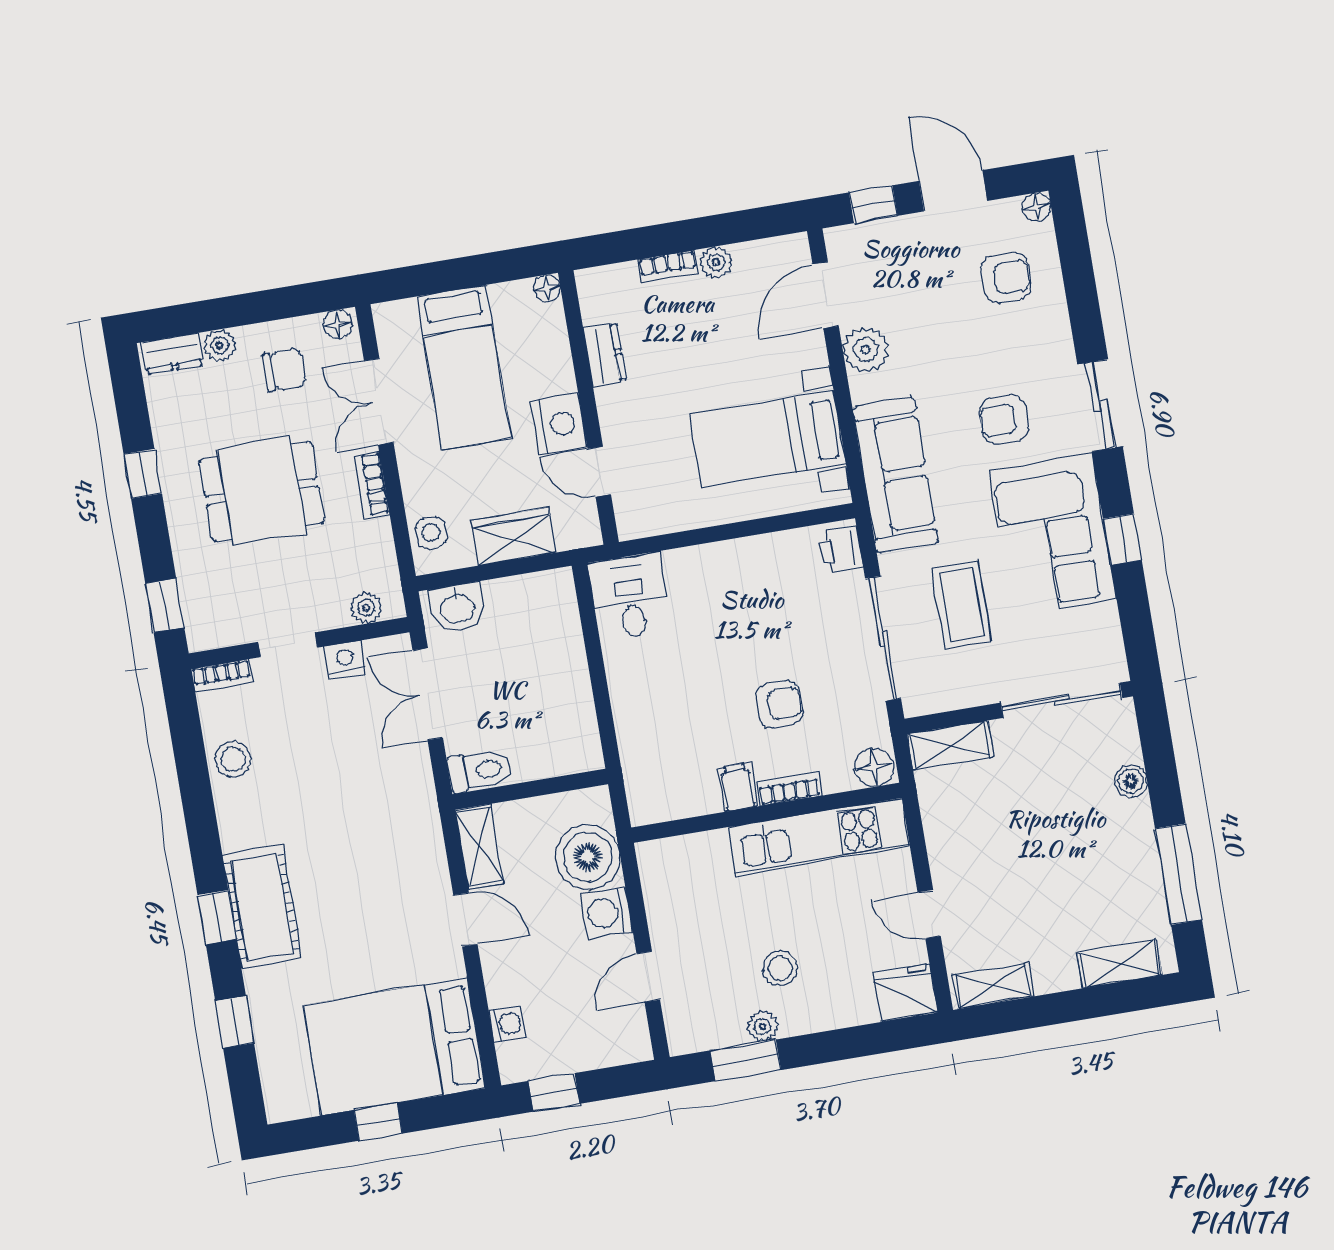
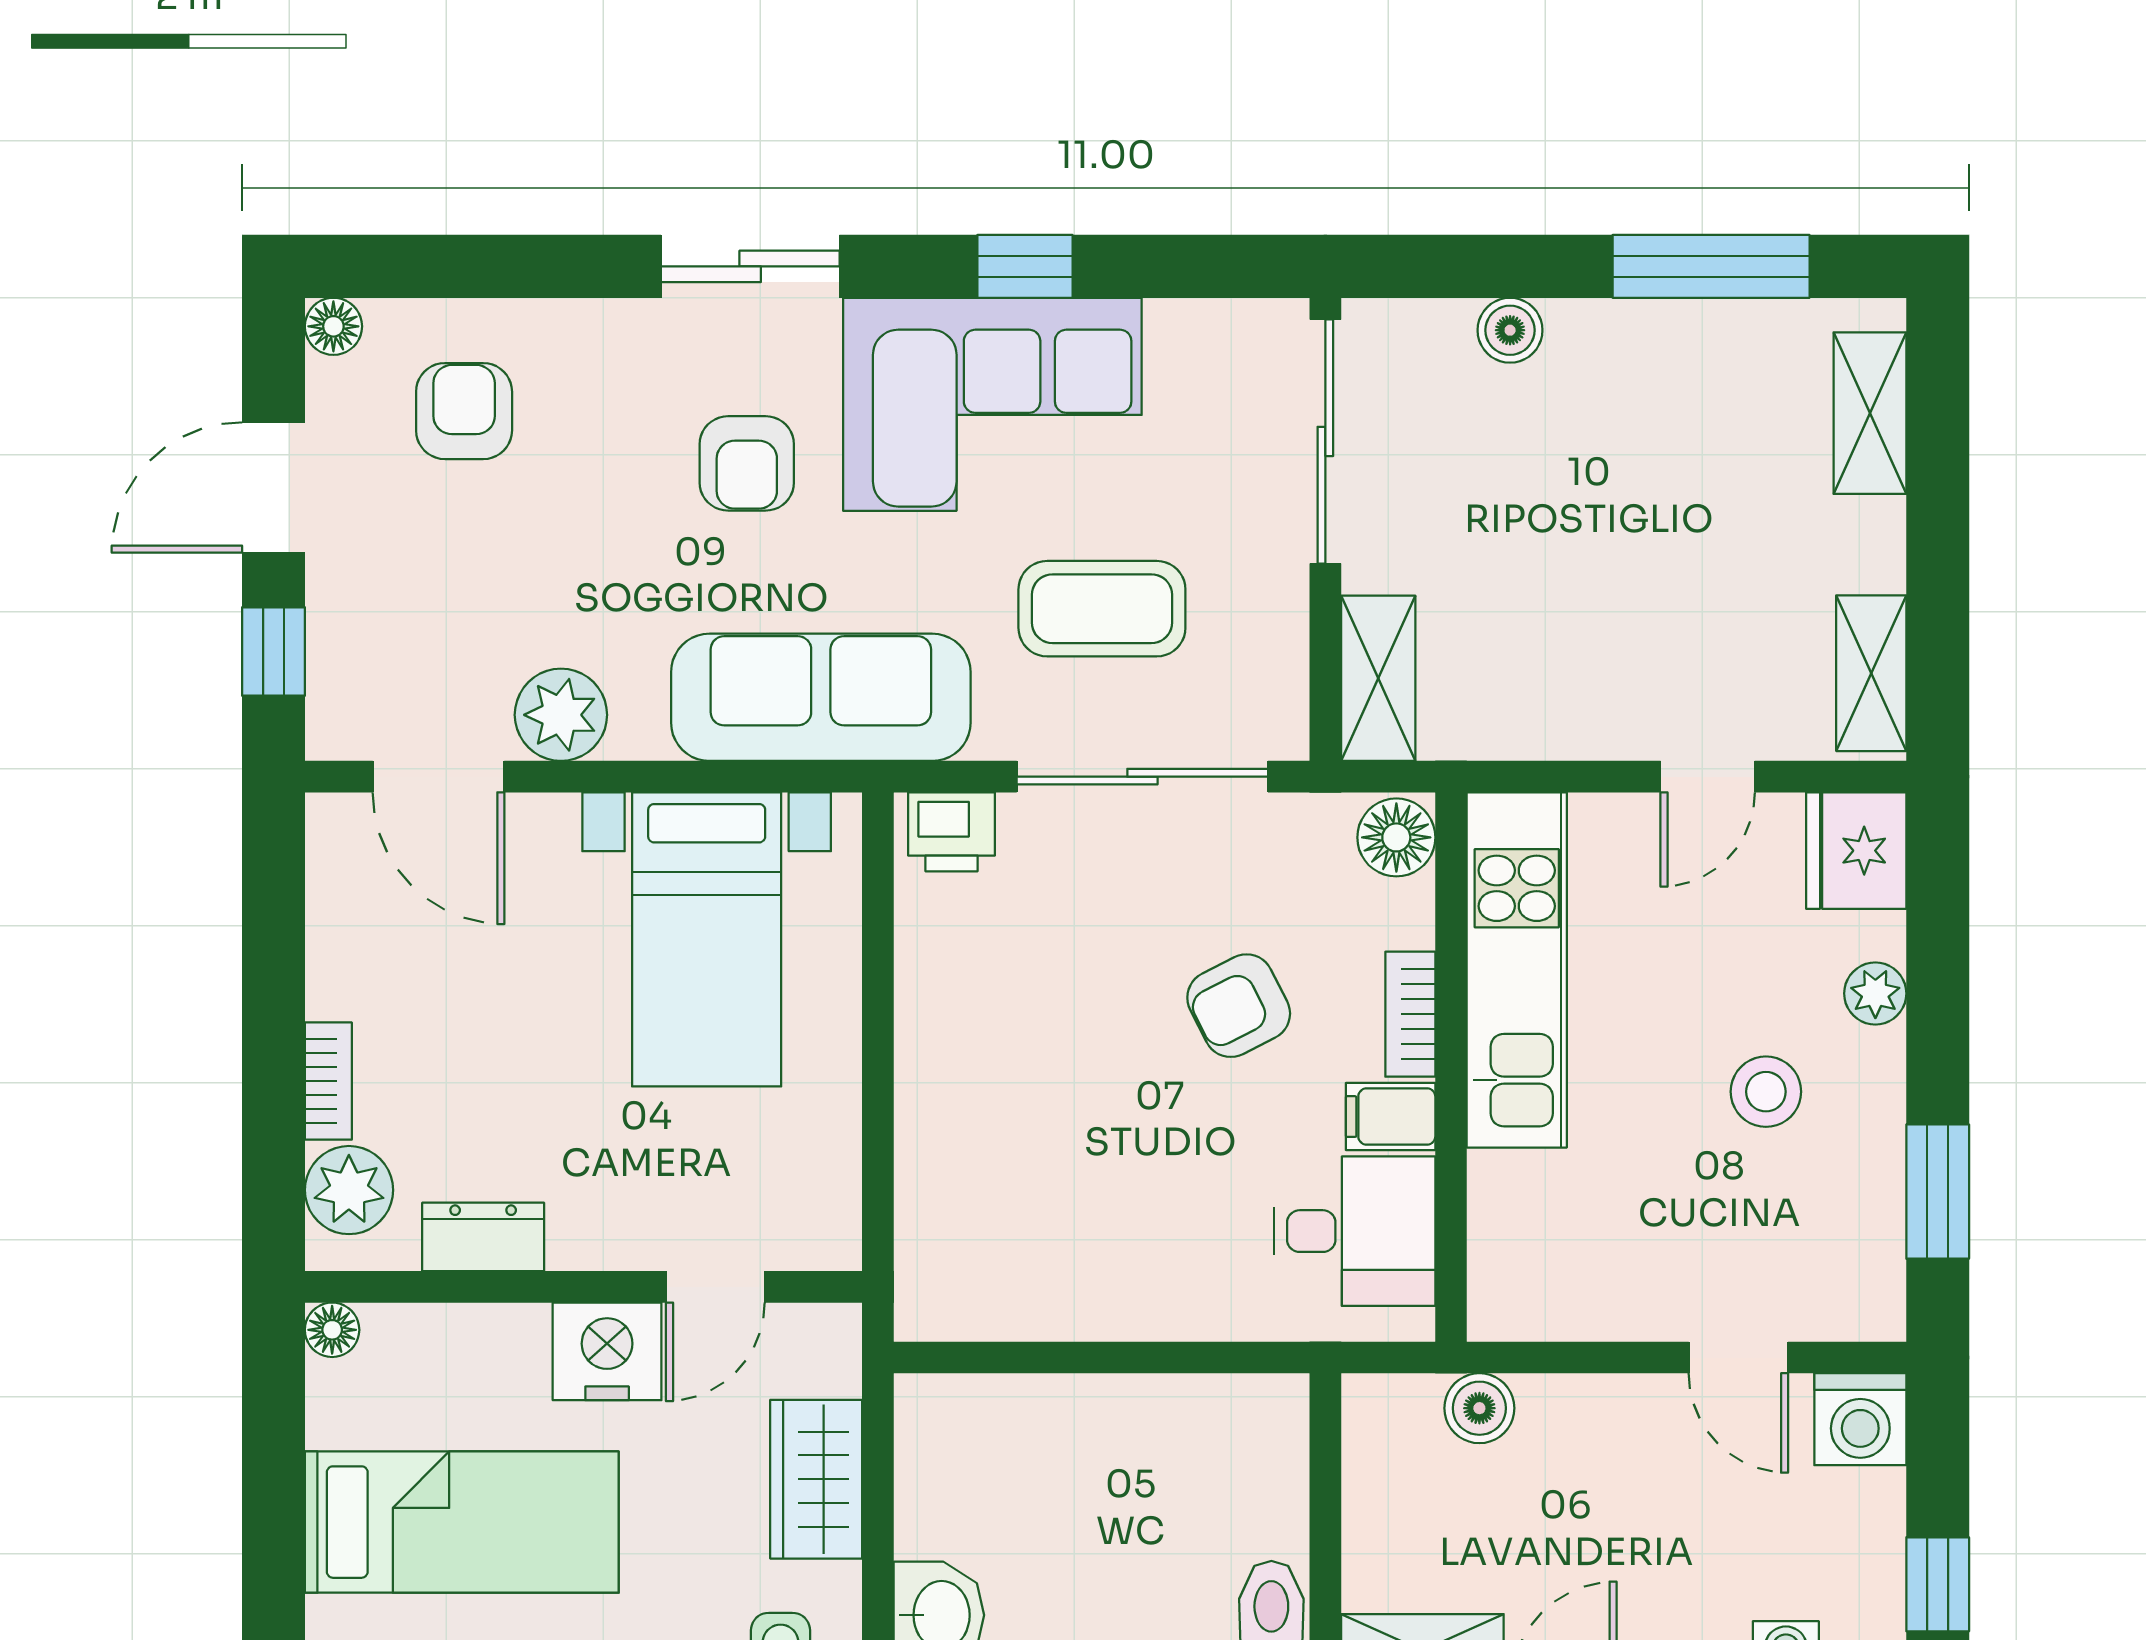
plant: (716, 262) -> (349, 1190), moved, width x1.38, depth x1.38
desk: (630, 596) -> (1355, 1231), moved, turned 180
armchair: (779, 704) -> (1239, 1006), turned -117
boiler: (588, 857) -> (1479, 1408), width x0.54, depth x0.54
washing machine: (607, 913) -> (1860, 1419), moved
plant: (763, 1026) -> (1875, 993), moved

